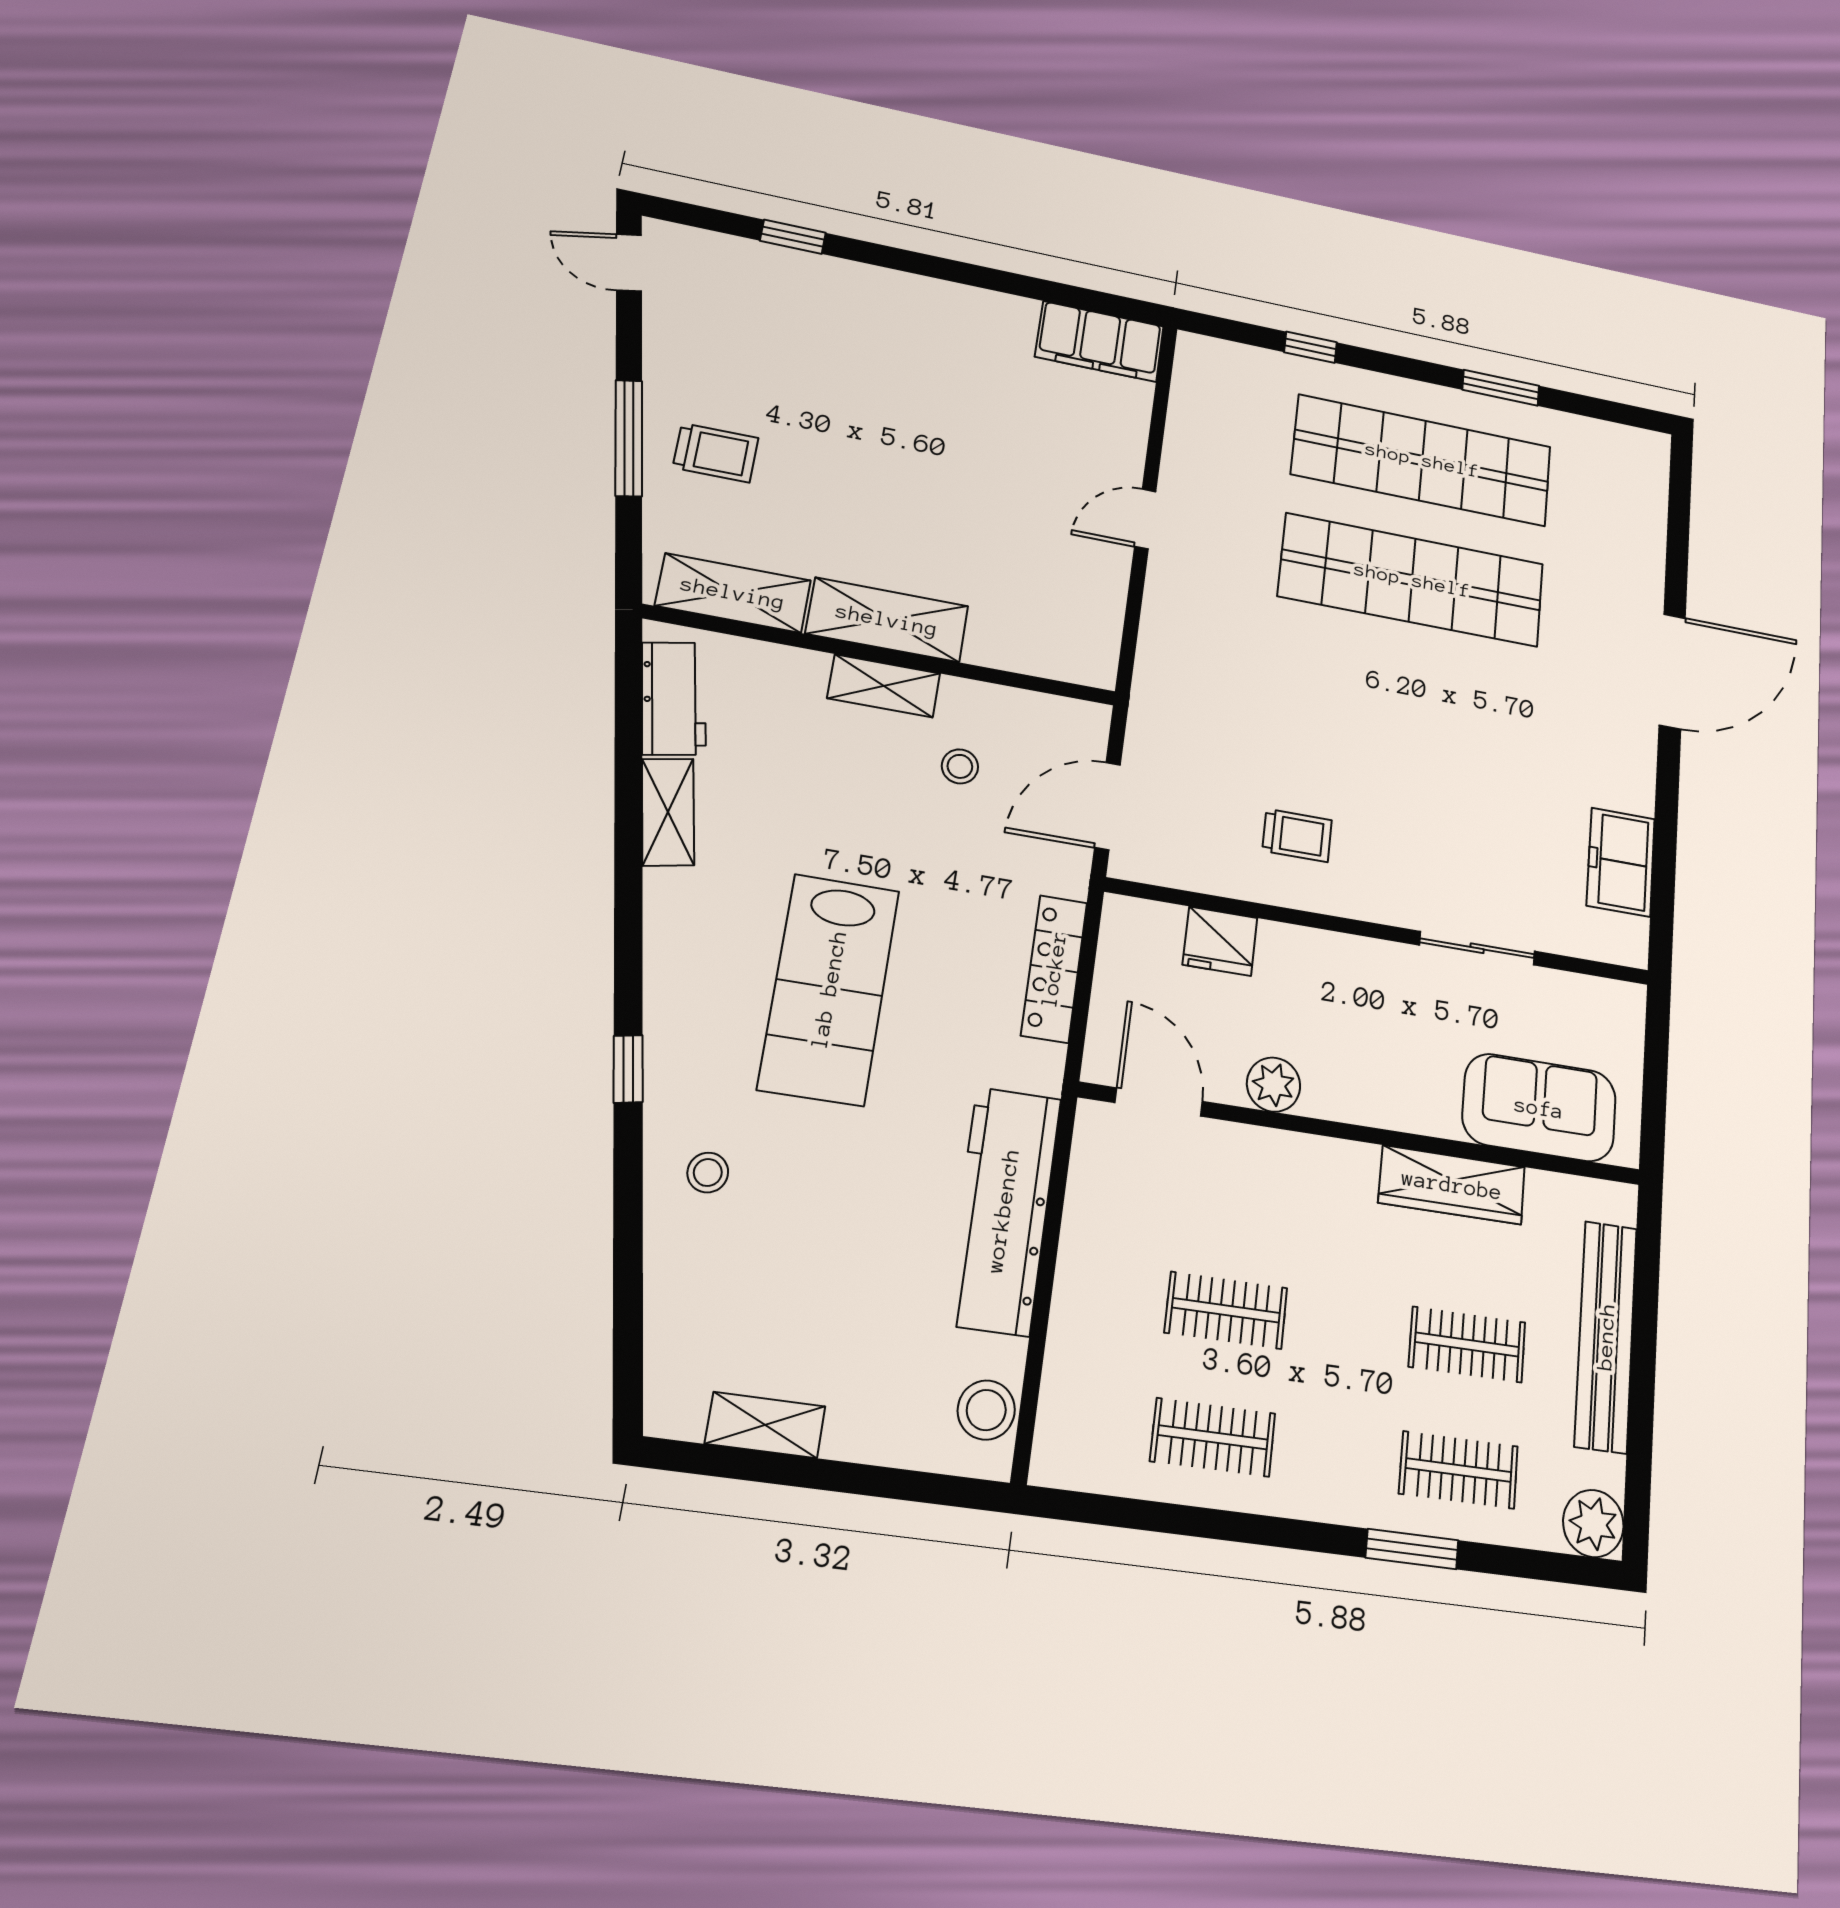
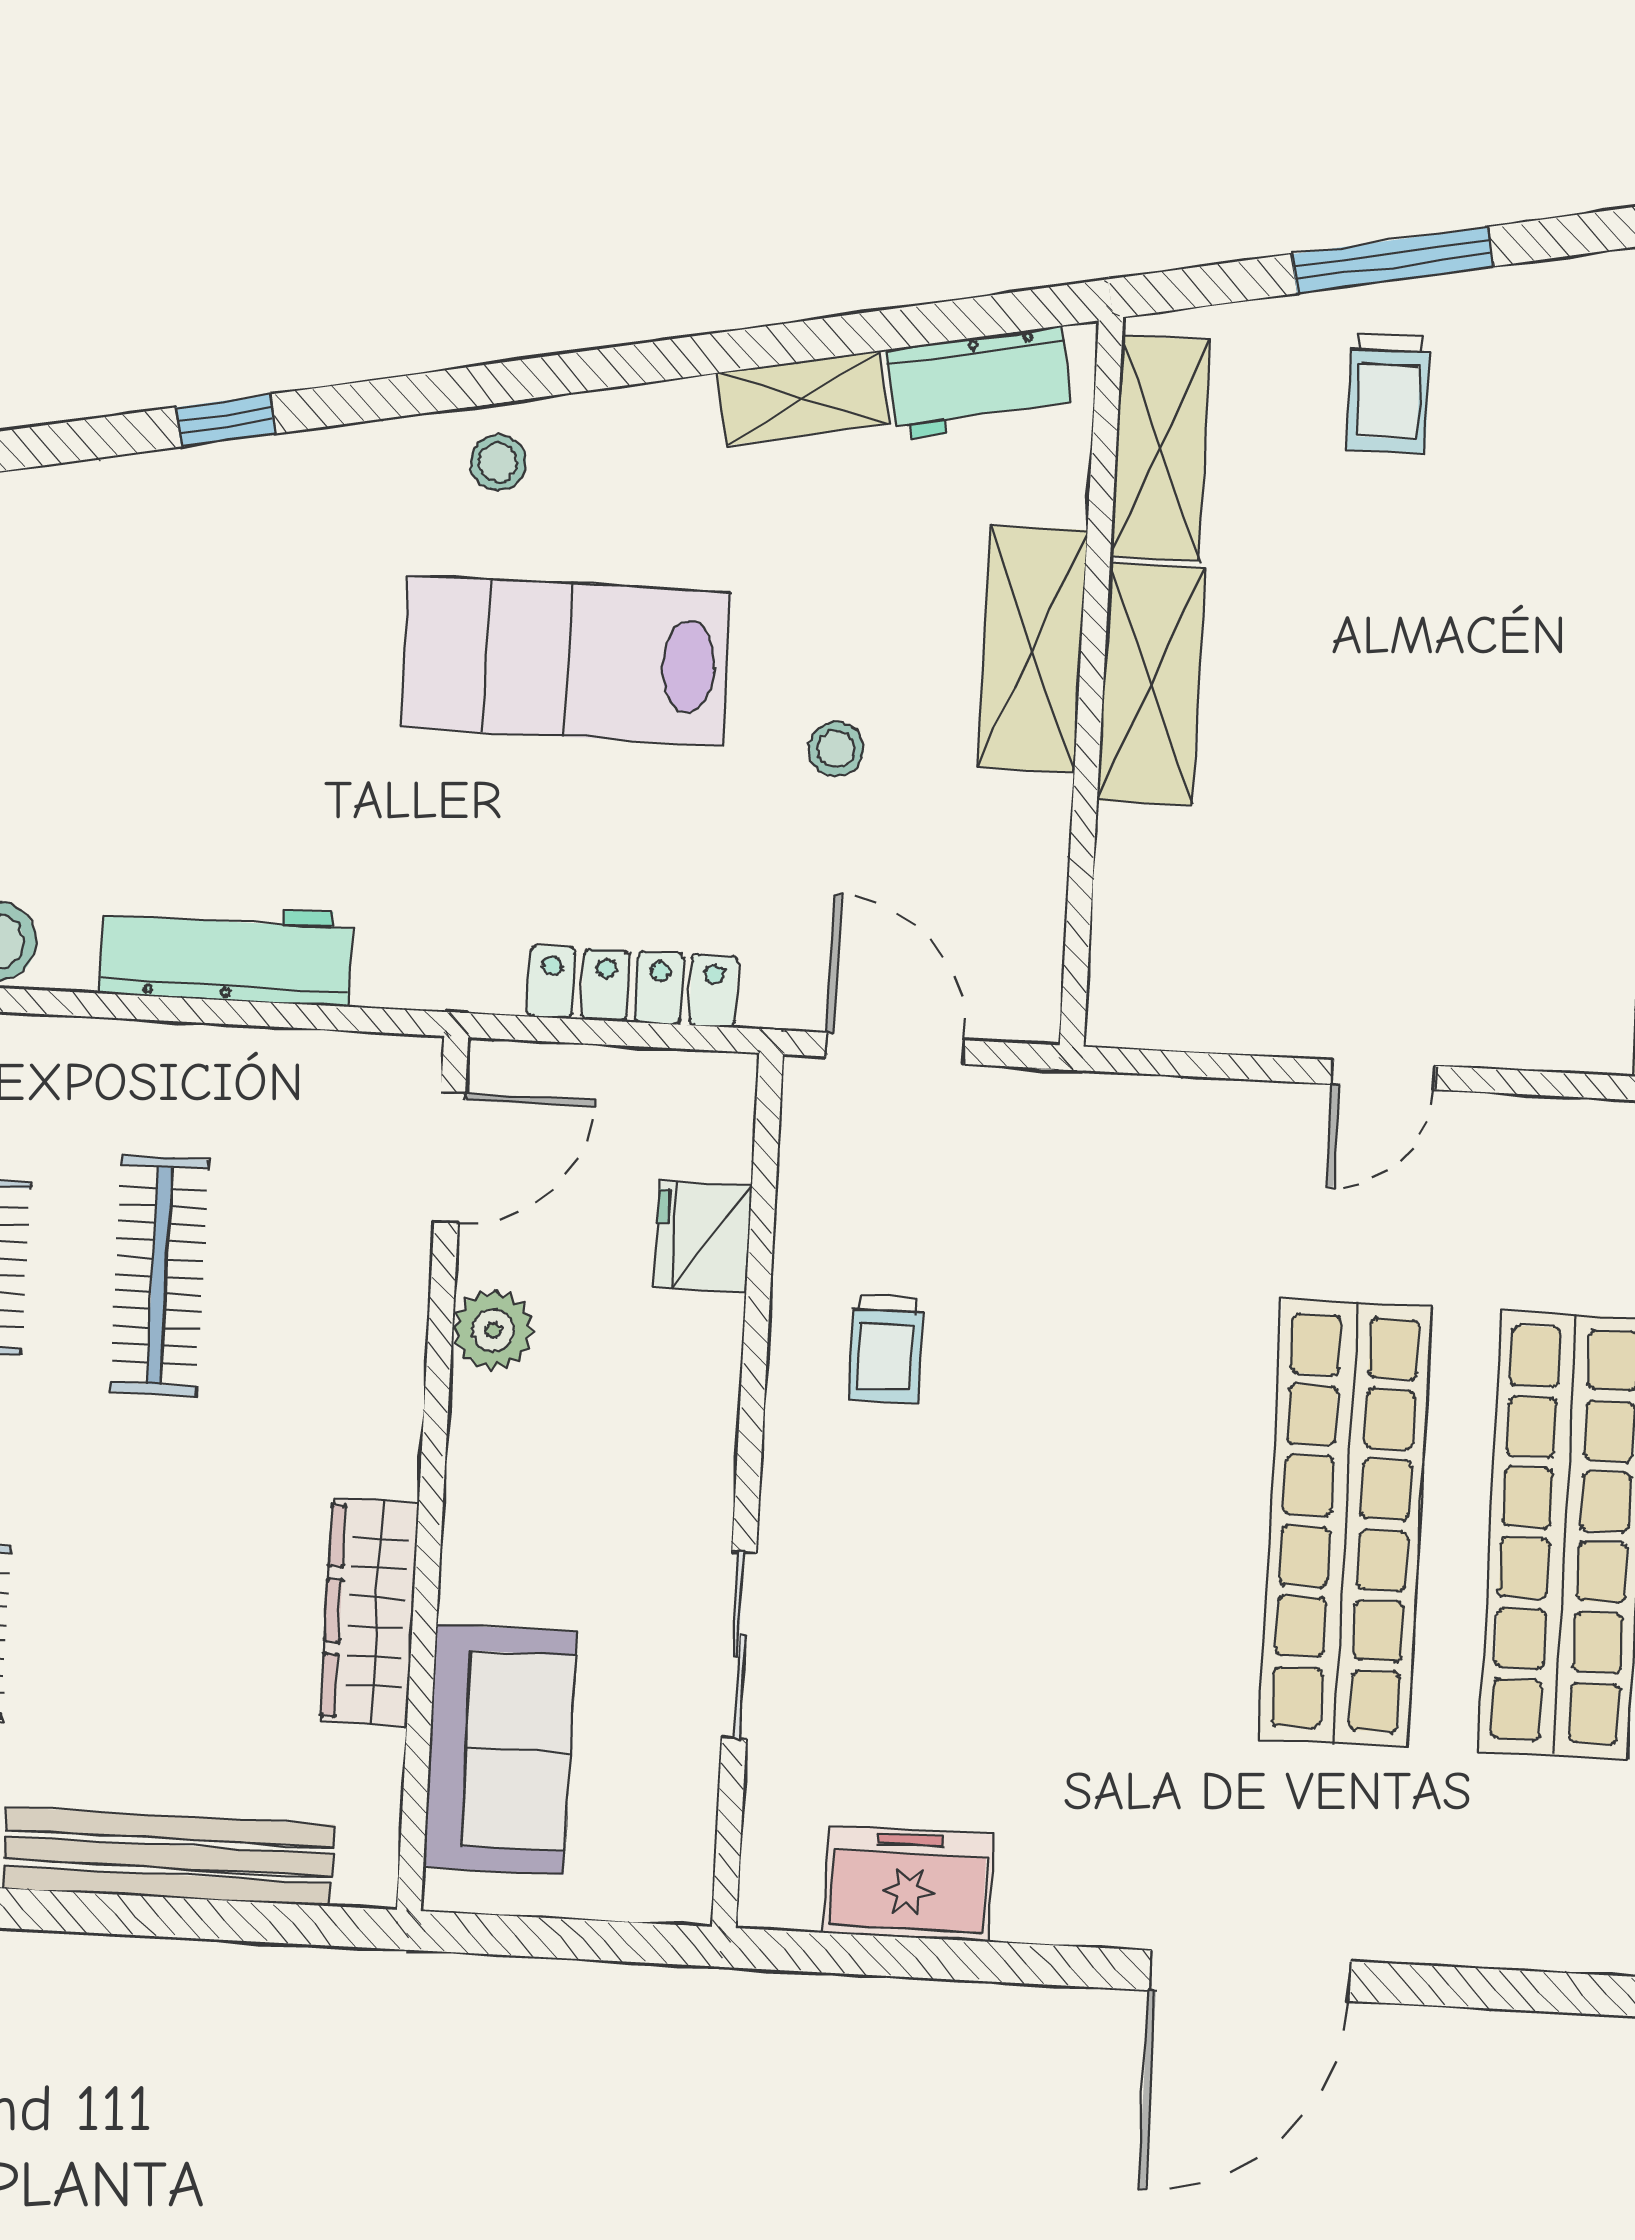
door: (1145, 519) -> (1384, 1075), swing flipped
door: (1672, 671) -> (1250, 1976), hinge flipped
shelving: (884, 686) -> (1033, 649), width x1.50, depth x1.33
stool: (960, 766) -> (836, 749), moved
window: (628, 1069) -> (226, 420), moved
stool: (708, 1173) -> (498, 462), moved
workbench: (1003, 1210) -> (226, 953), width x0.73, depth x0.76
clothes rail: (1226, 1310) -> (159, 1276), width x1.36
clothes rail: (1467, 1345) -> (139, 1641), removed

